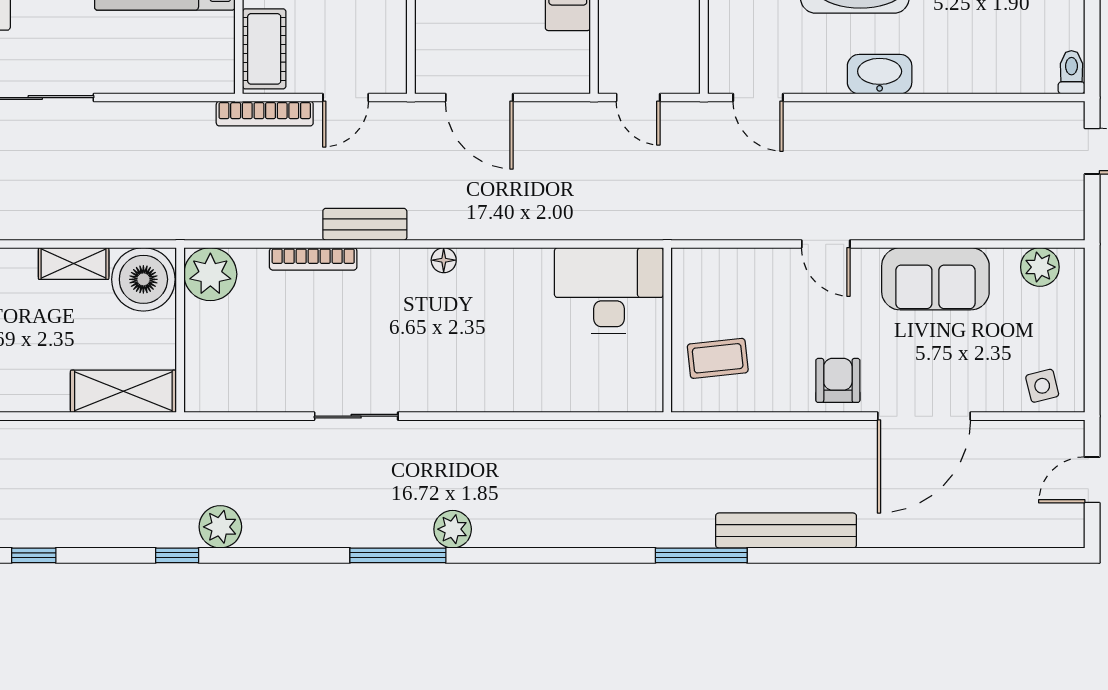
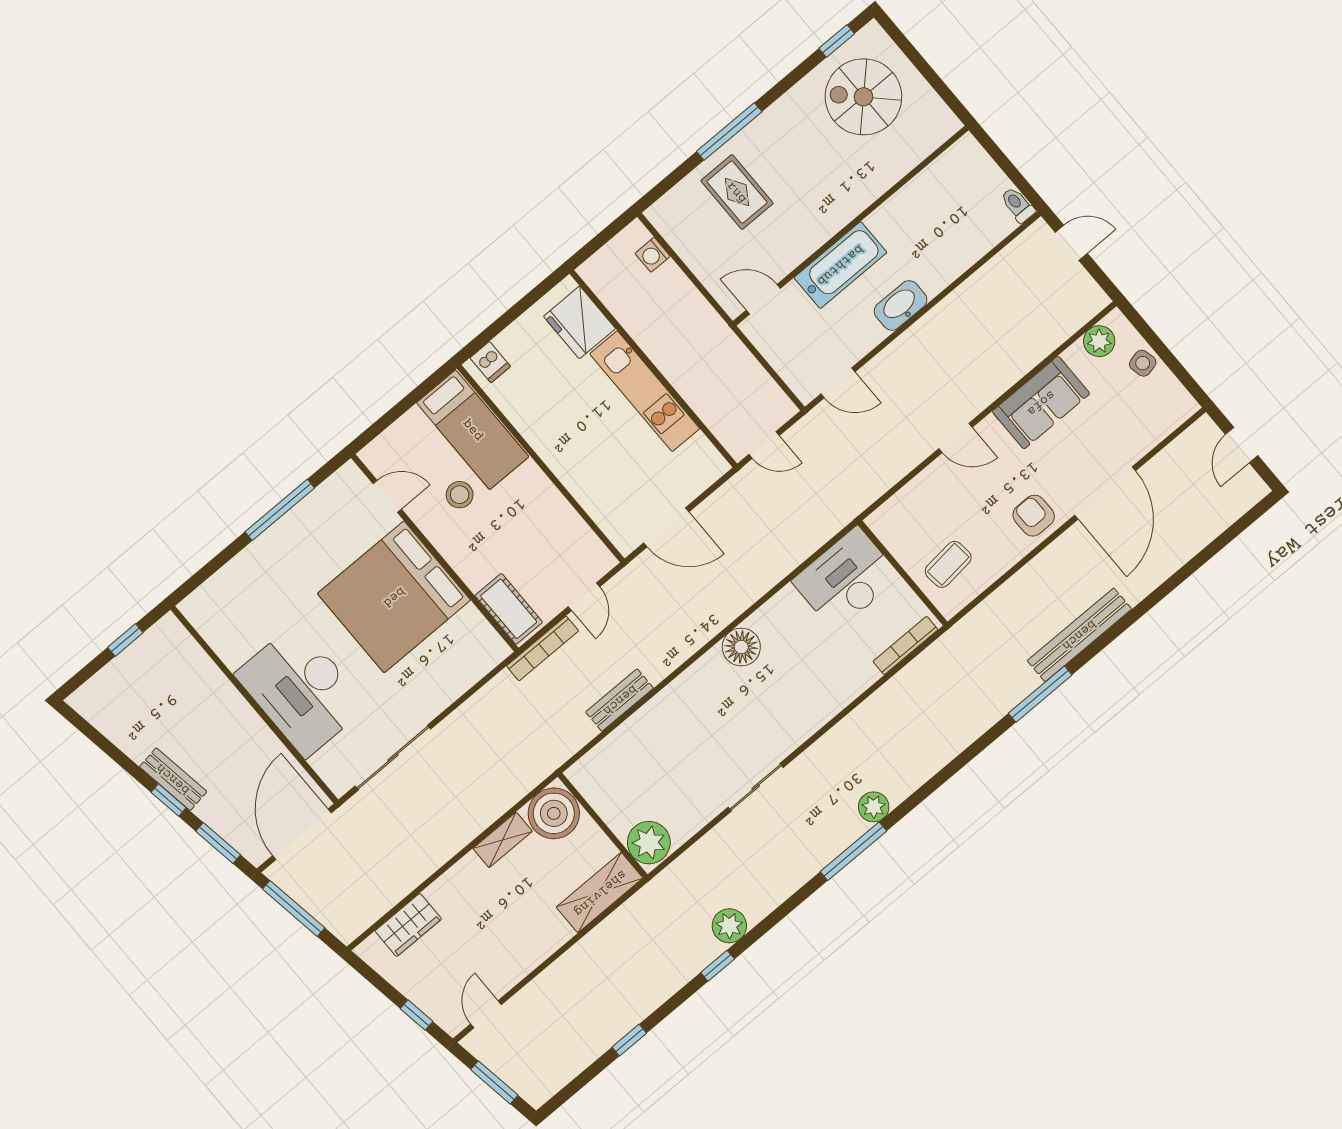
bench: (365, 224) -> (620, 700), moved
bookcase: (313, 259) -> (905, 646), moved, turned 180
floor lamp: (444, 260) -> (741, 647), width x1.89, depth x1.89
plant: (210, 274) -> (649, 843), moved
side table: (1042, 386) -> (1143, 363), moved

